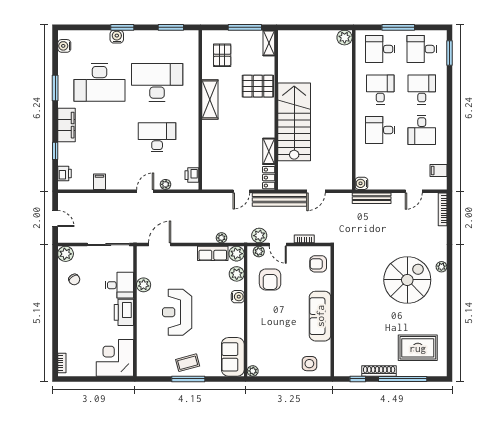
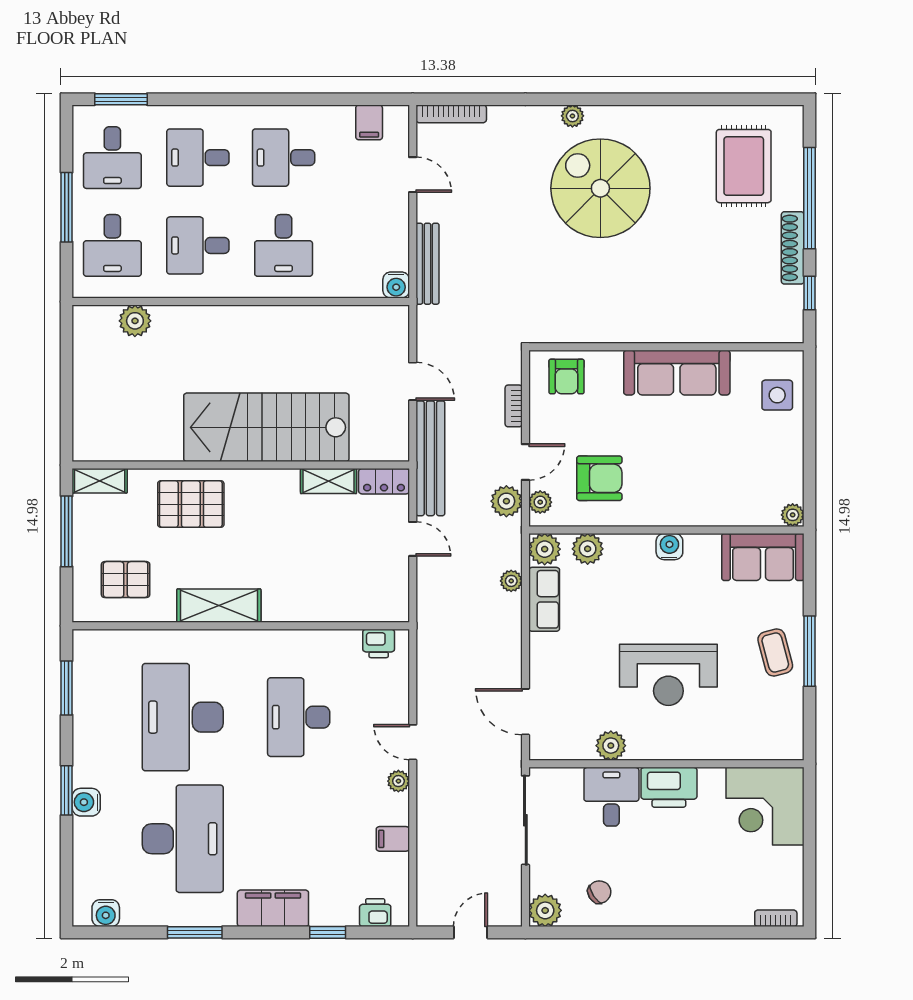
plant: (345, 38) -> (135, 321), moved
pallet: (258, 86) -> (191, 504), turned 90
desk: (422, 130) -> (284, 158), turned 180
plant: (166, 184) -> (398, 781), moved
water cooler: (238, 297) -> (669, 547), moved

